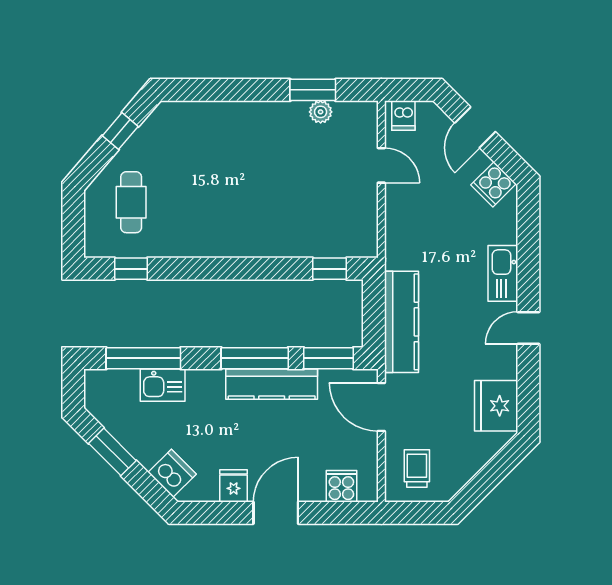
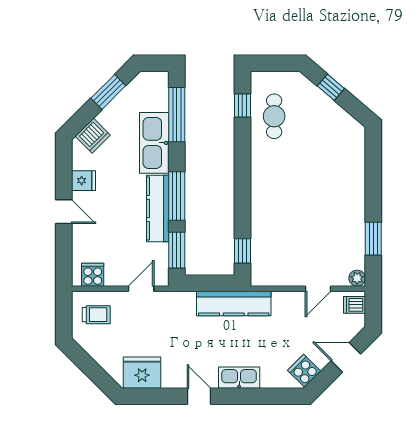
plant: (321, 112) -> (357, 278), moved
window: (120, 131) -> (331, 87), moved
cafe table: (131, 202) -> (274, 116), moved, turned 90
kitchen counter: (401, 322) -> (234, 303), moved
kitchen sink: (163, 385) -> (154, 143), width x1.88, depth x1.24
door: (381, 407) -> (141, 289), width x0.73
cooker: (341, 486) -> (93, 275), moved, turned -90
door: (276, 513) -> (64, 212), width x0.73

